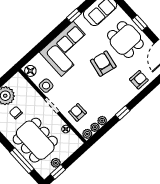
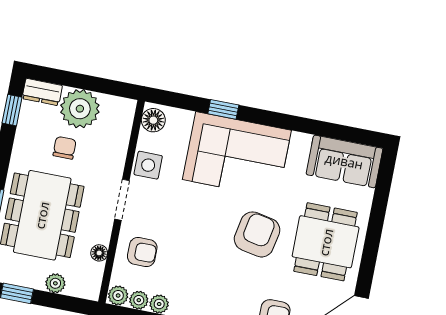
window: (74, 16) -> (223, 109), moved
window: (140, 23) -> (372, 245), removed
armchair: (78, 112) -> (142, 252), turned 90
plant: (56, 163) -> (55, 283), moved

